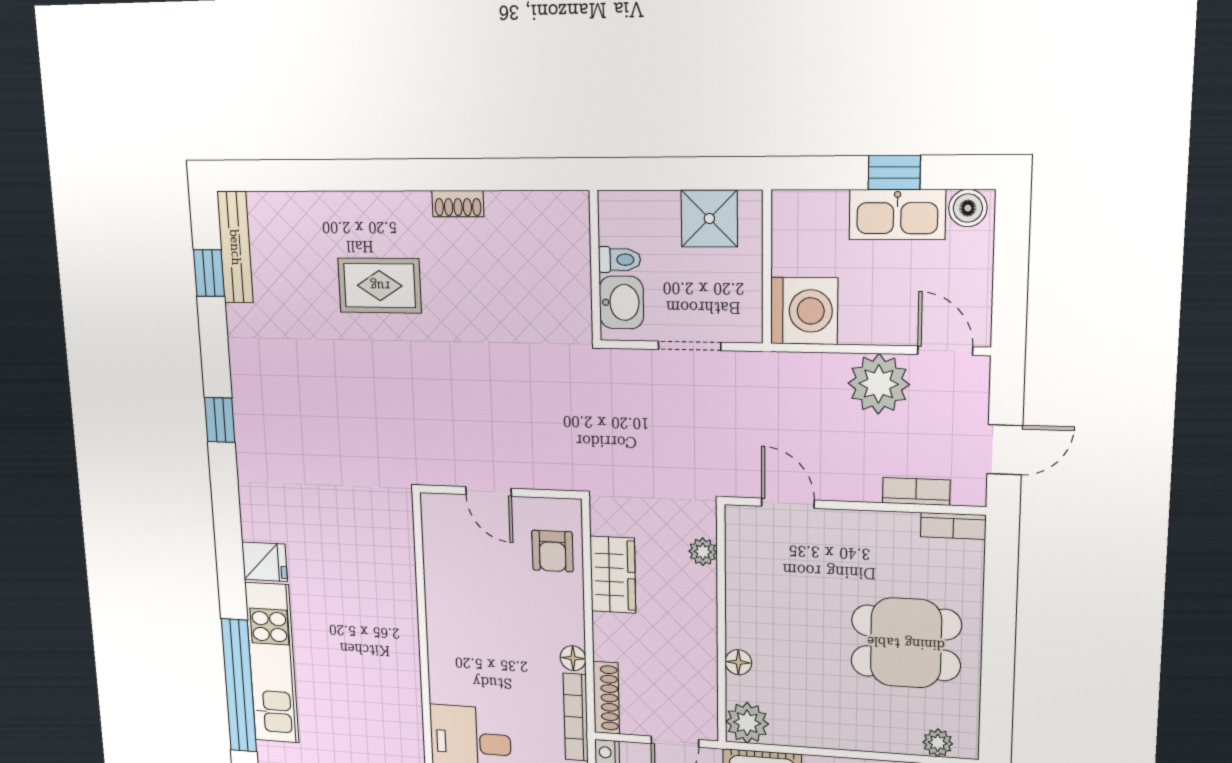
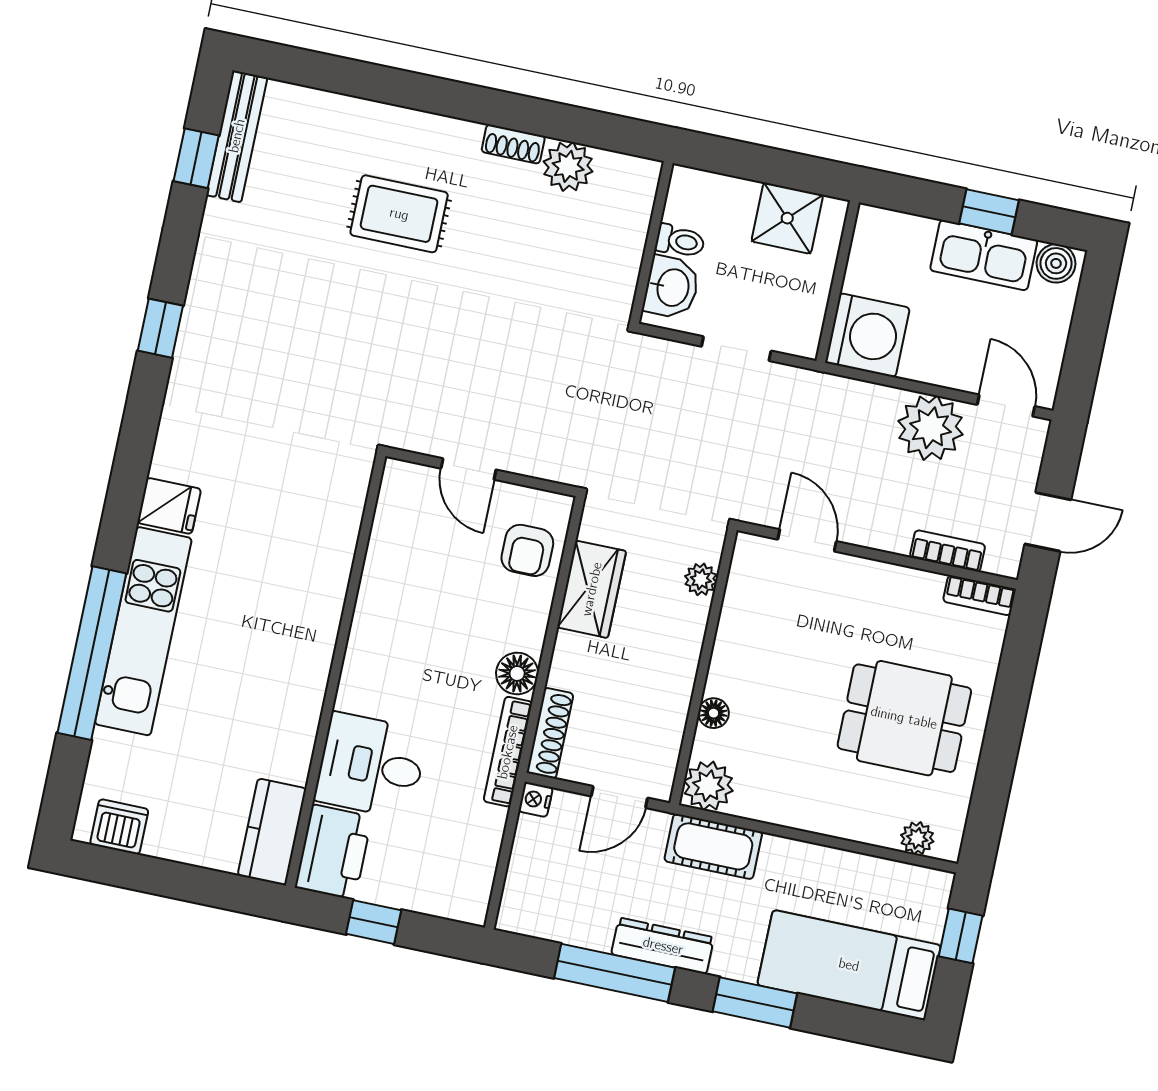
plant: (508, 213) -> (568, 166), added
floor lamp: (573, 658) -> (517, 673), width x1.37, depth x1.37

